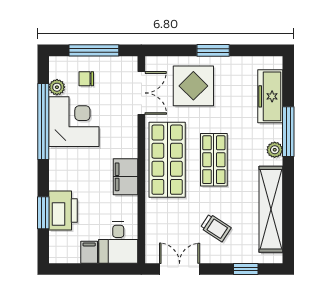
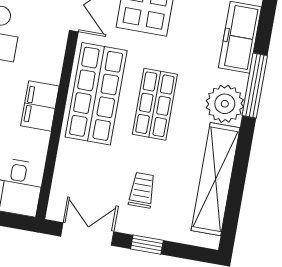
plant: (275, 150) -> (225, 104), width x1.88, depth x1.88
trolley: (216, 228) -> (142, 190), turned -123
window: (246, 269) -> (147, 245), moved

